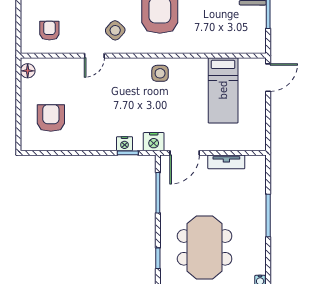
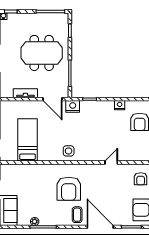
side table: (115, 30) -> (98, 179), removed
nightstand: (125, 144) -> (120, 105), moved
door: (185, 153) -> (53, 99), swing flipped
meeting table: (205, 247) -> (42, 53), moved, turned 90

